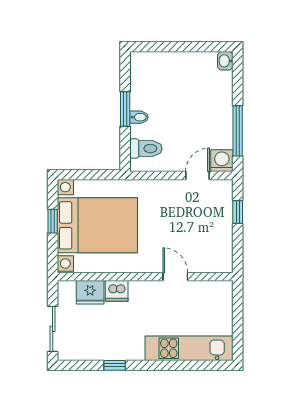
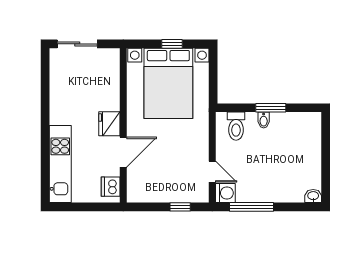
door: (175, 277) -> (123, 152), width x1.38
dishwasher: (117, 291) -> (111, 187), moved
fridge: (90, 292) -> (109, 124), moved
window: (115, 365) -> (45, 99), removed

